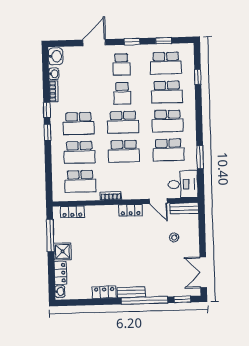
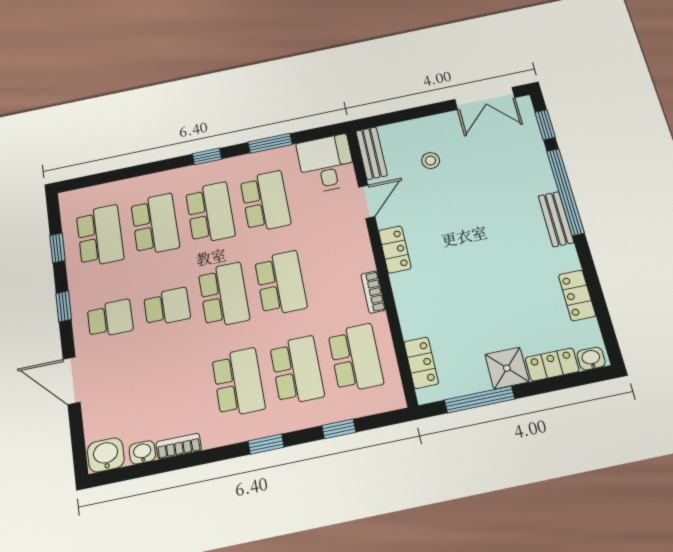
window: (198, 77) -> (207, 156), moved
window: (47, 110) -> (339, 429), moved
locker: (104, 292) -> (577, 295), moved

